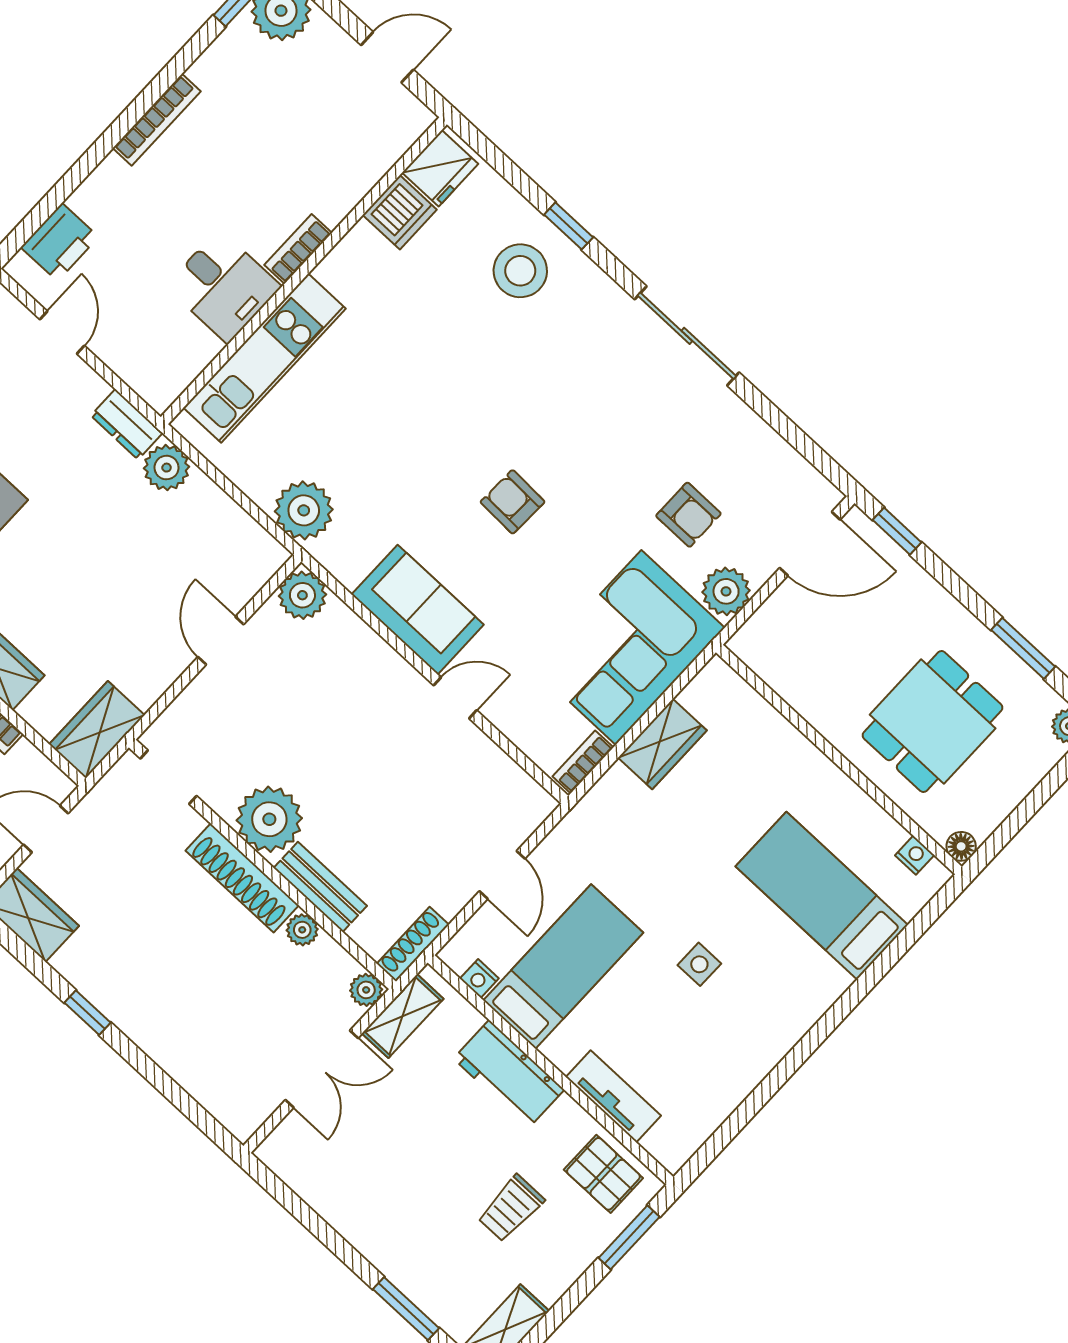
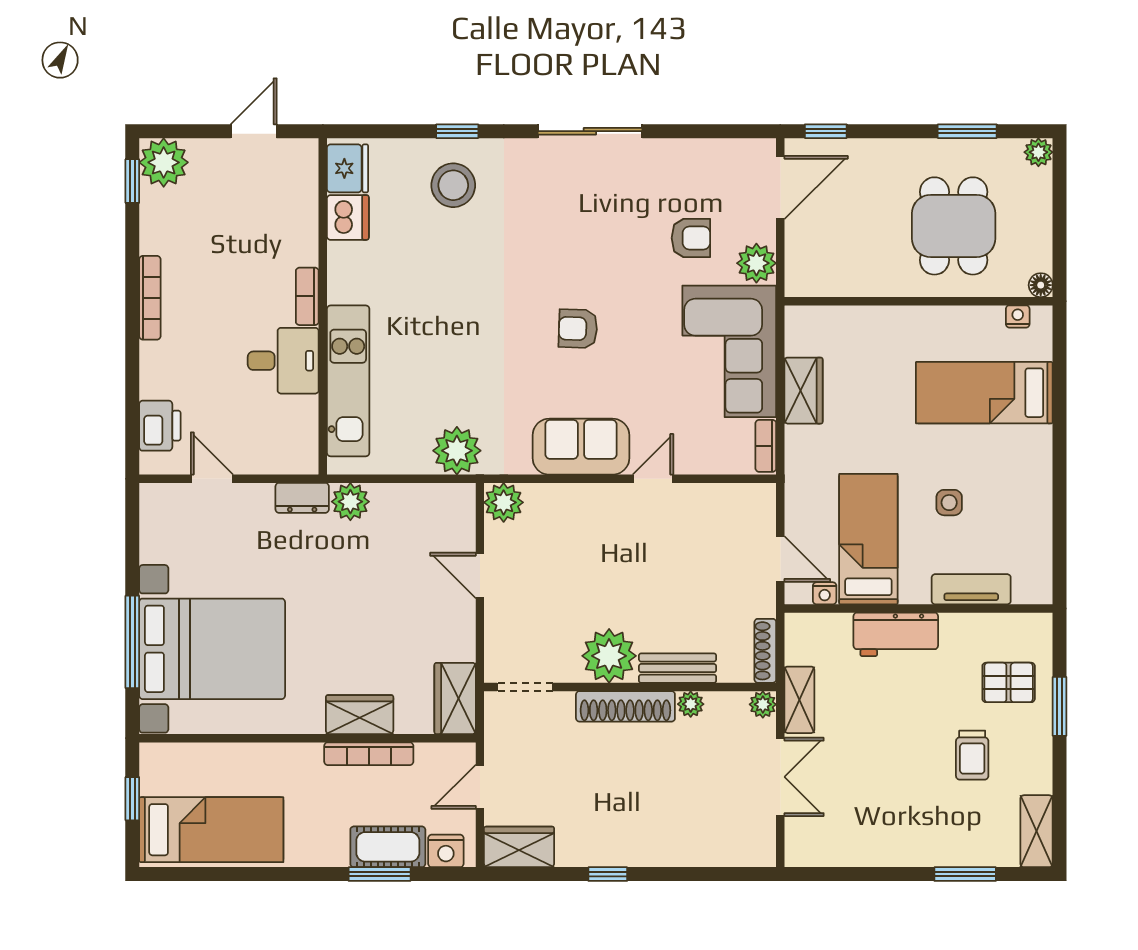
bed: (563, 967) -> (868, 539), moved
nightstand: (479, 979) -> (825, 593), moved
wall: (551, 1070) -> (919, 608), moved
workbench: (509, 1074) -> (896, 634), moved
tv unit: (613, 1096) -> (971, 589), moved

